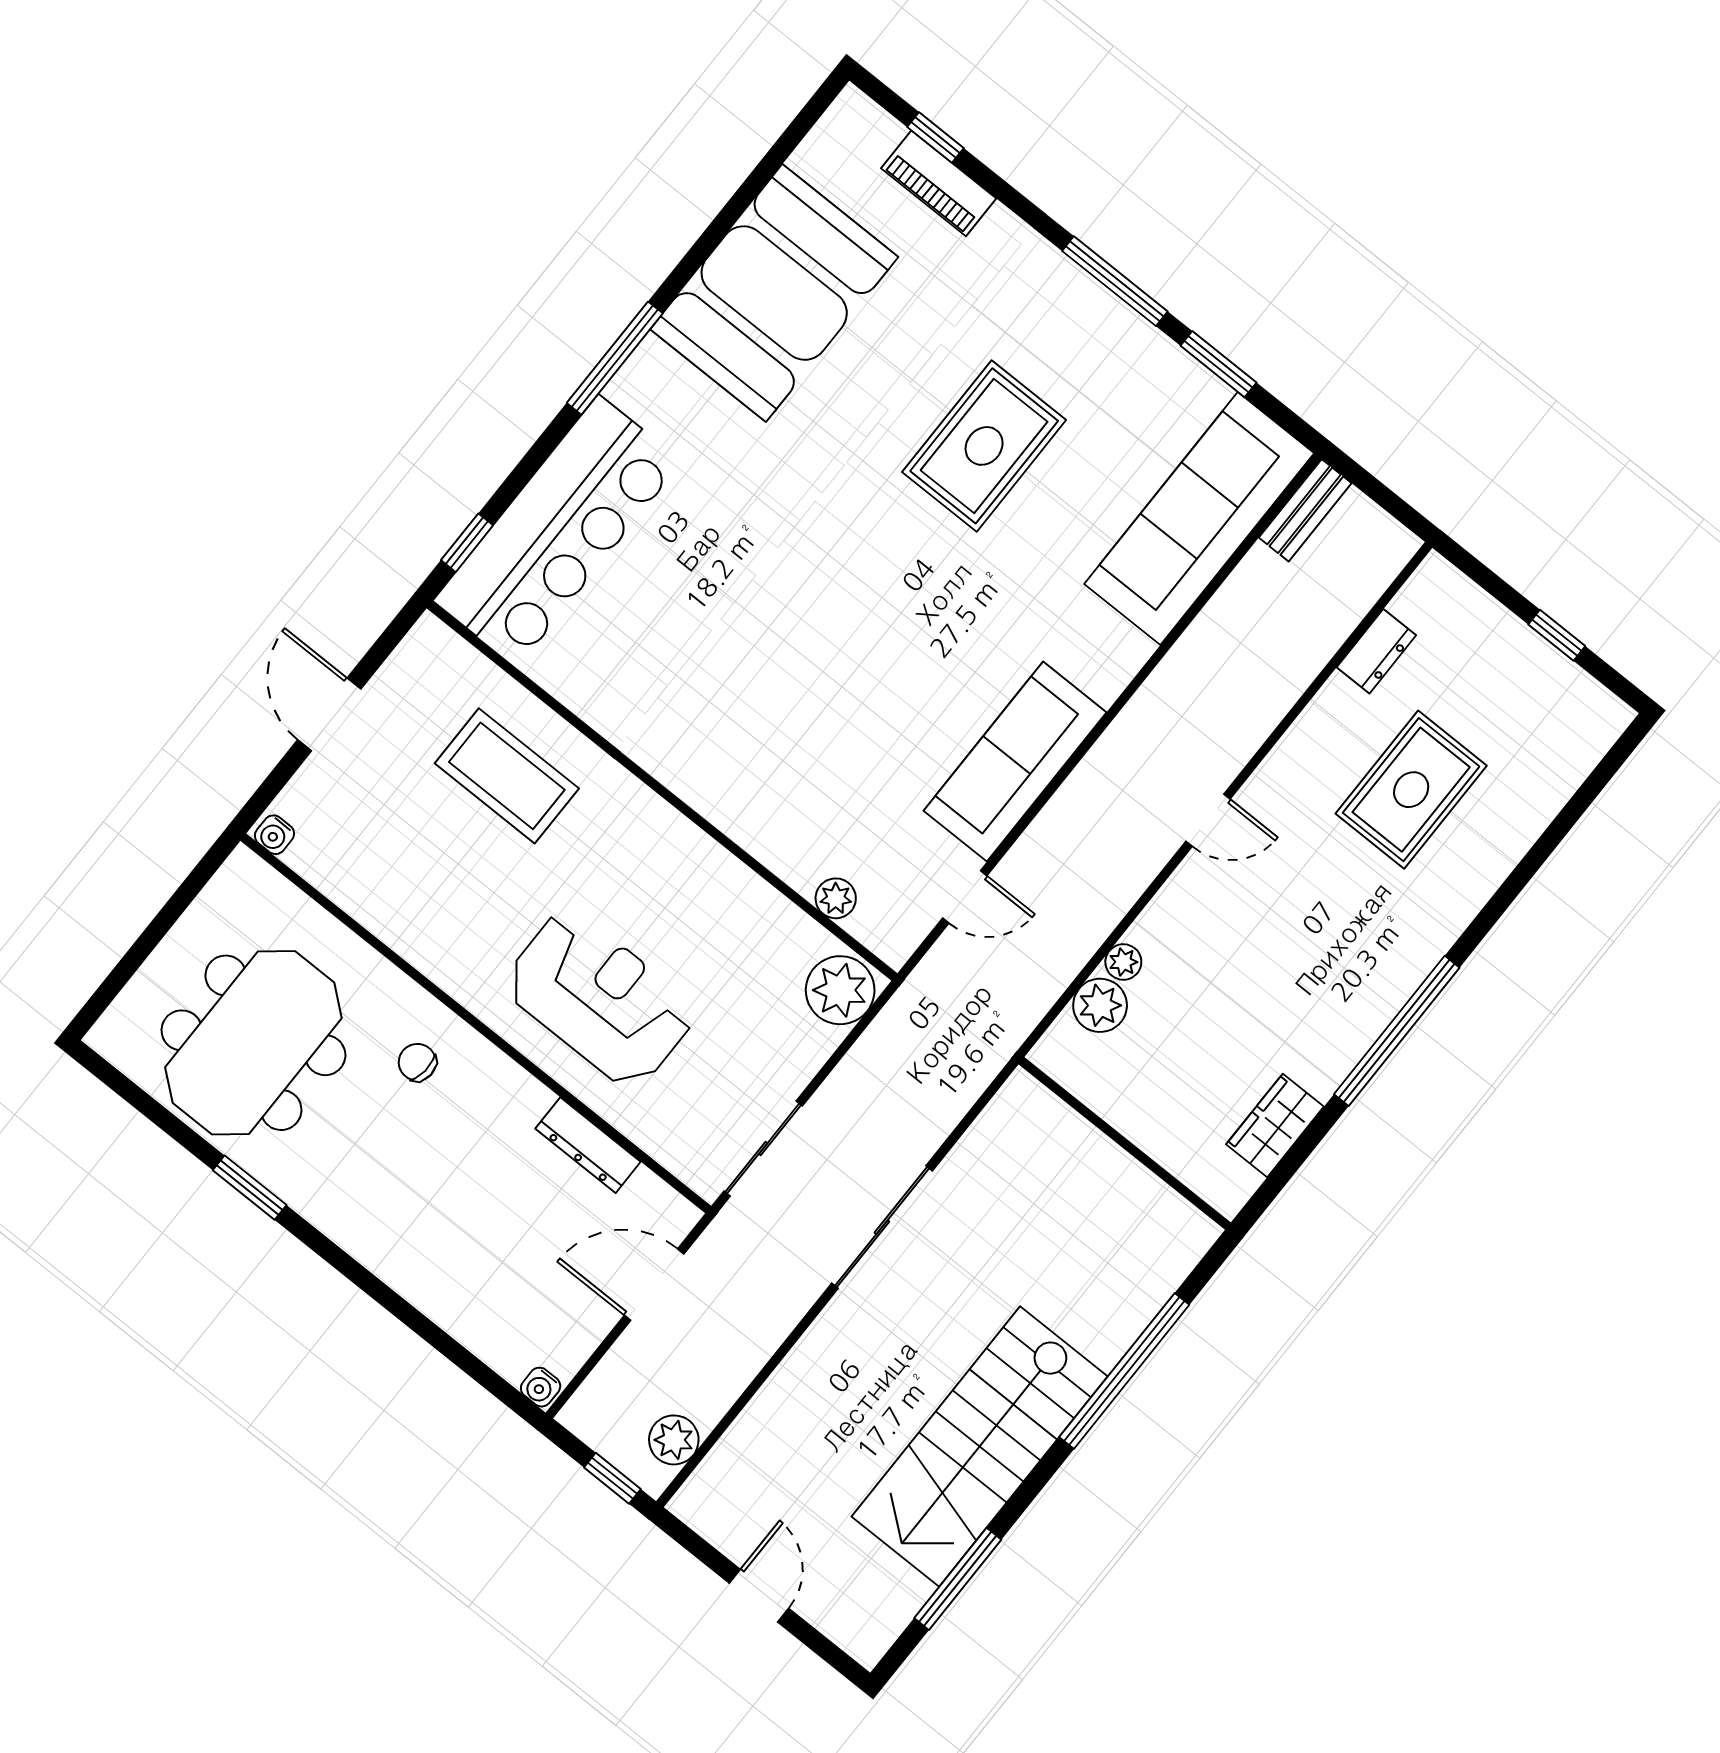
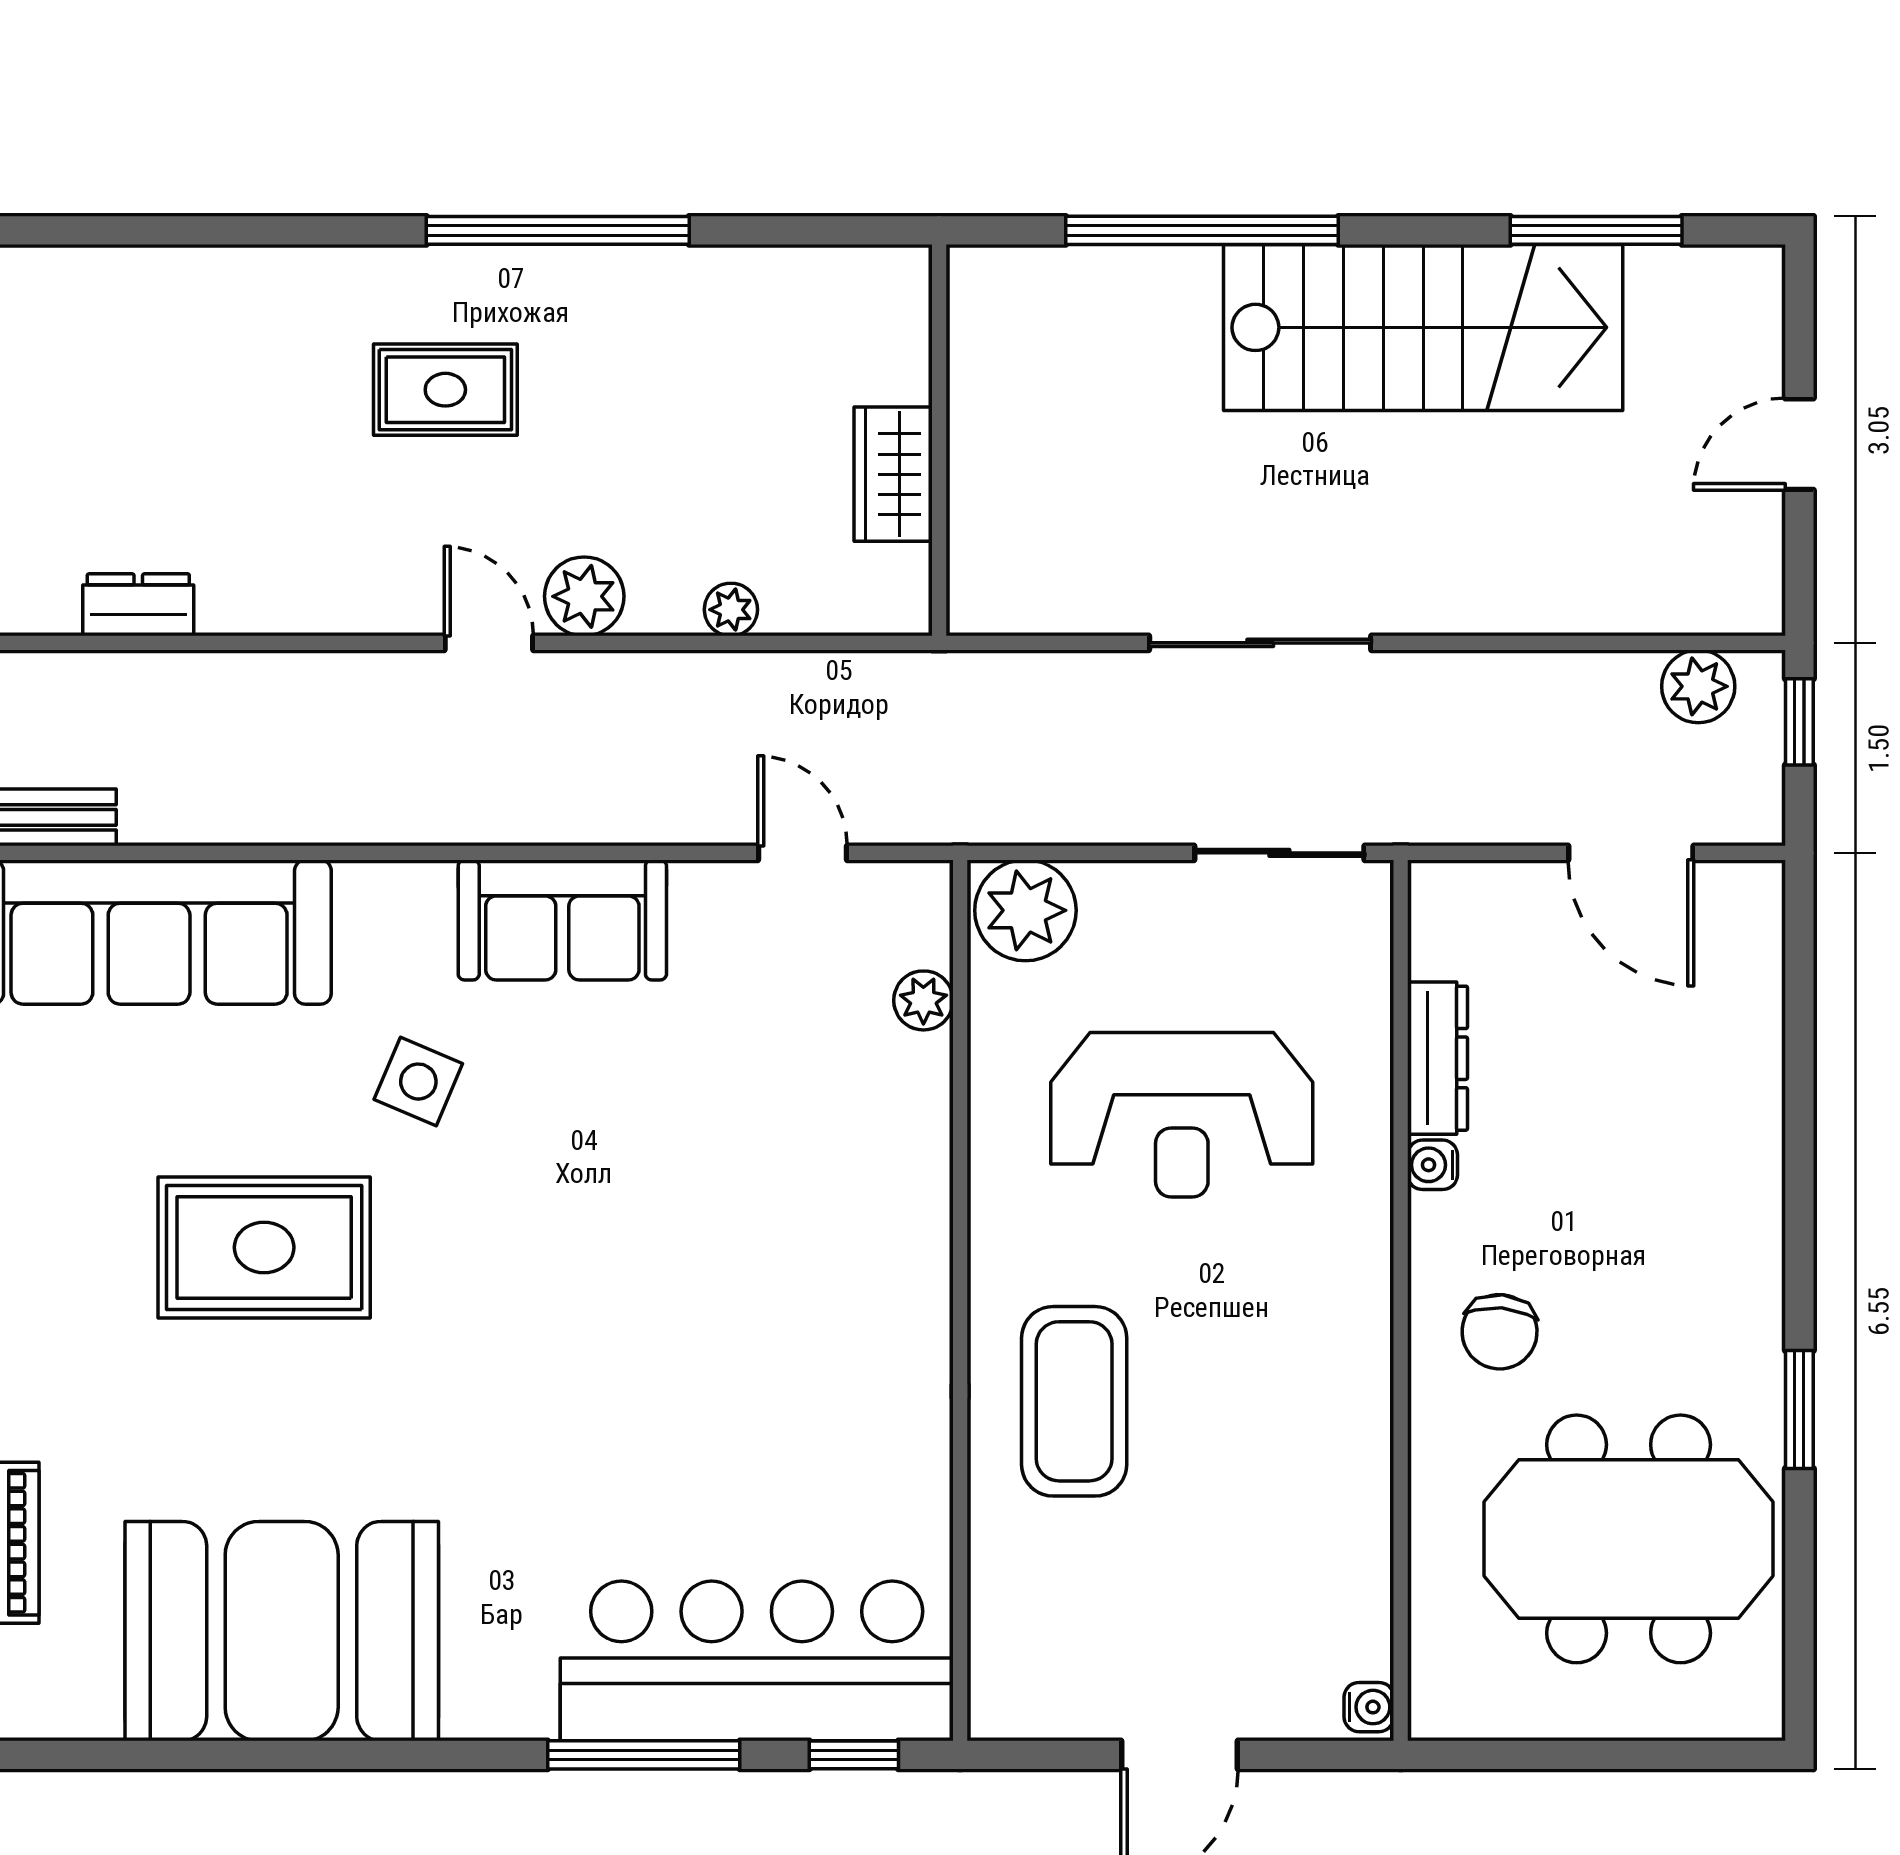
window: (615, 358) -> (644, 1755), moved
side table: (1006, 598) -> (418, 1082), added
sofa: (1015, 762) -> (562, 920), width x0.73
coffee table: (507, 776) -> (1074, 1401), moved
rug: (1411, 790) -> (445, 390), moved, width x0.73, depth x0.70
reception desk: (600, 999) -> (1182, 1115), moved, turned -90
plant: (1100, 1005) -> (584, 596), moved
chair: (417, 1062) -> (1500, 1332), width x1.37, depth x1.37
wardrobe: (1275, 1125) -> (893, 474), moved, turned 90
door: (654, 1285) -> (1631, 853), moved
water cooler: (541, 1387) -> (1433, 1165), moved, turned 180

